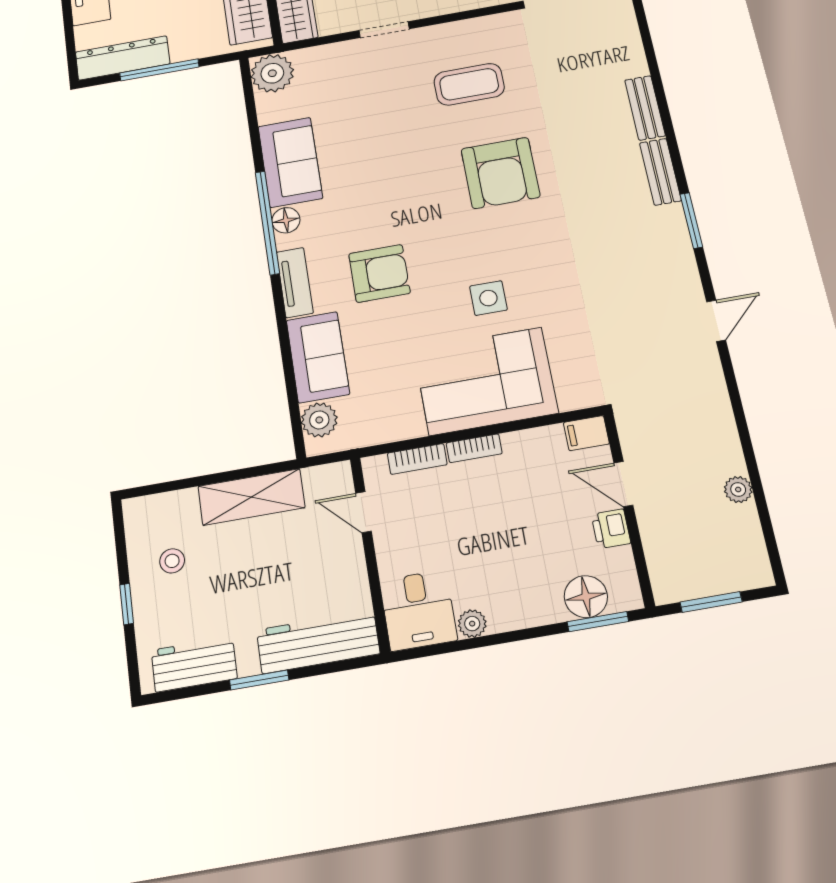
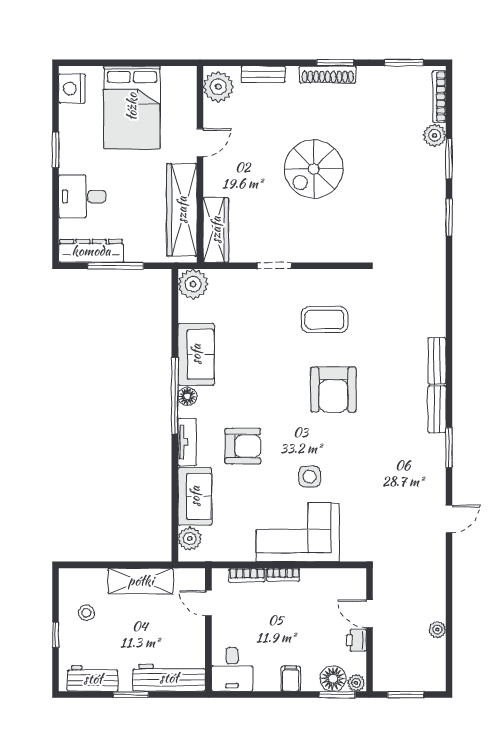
filing cabinet: (586, 433) -> (291, 679), moved, turned 90
plant: (472, 624) -> (356, 683), moved

